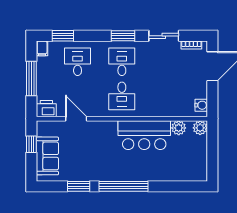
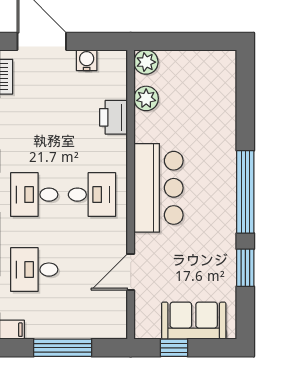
water cooler: (201, 105) -> (87, 60), moved
printer: (46, 109) -> (114, 117), moved
bar counter: (144, 135) -> (158, 188), moved

